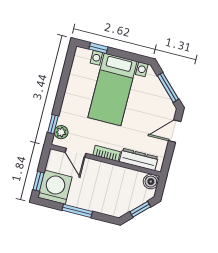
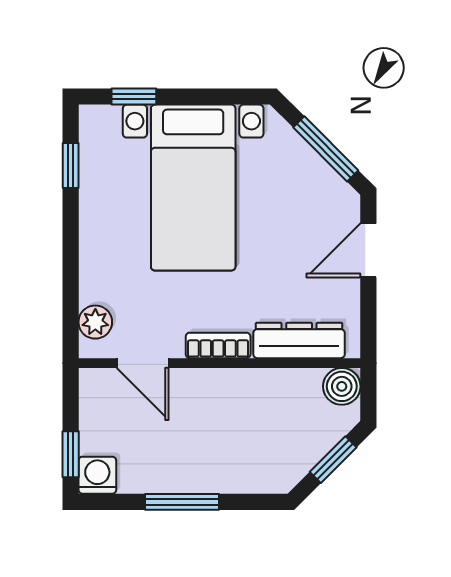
window: (53, 124) -> (71, 166), moved
washing machine: (55, 187) -> (97, 475), width x0.53, depth x0.53

